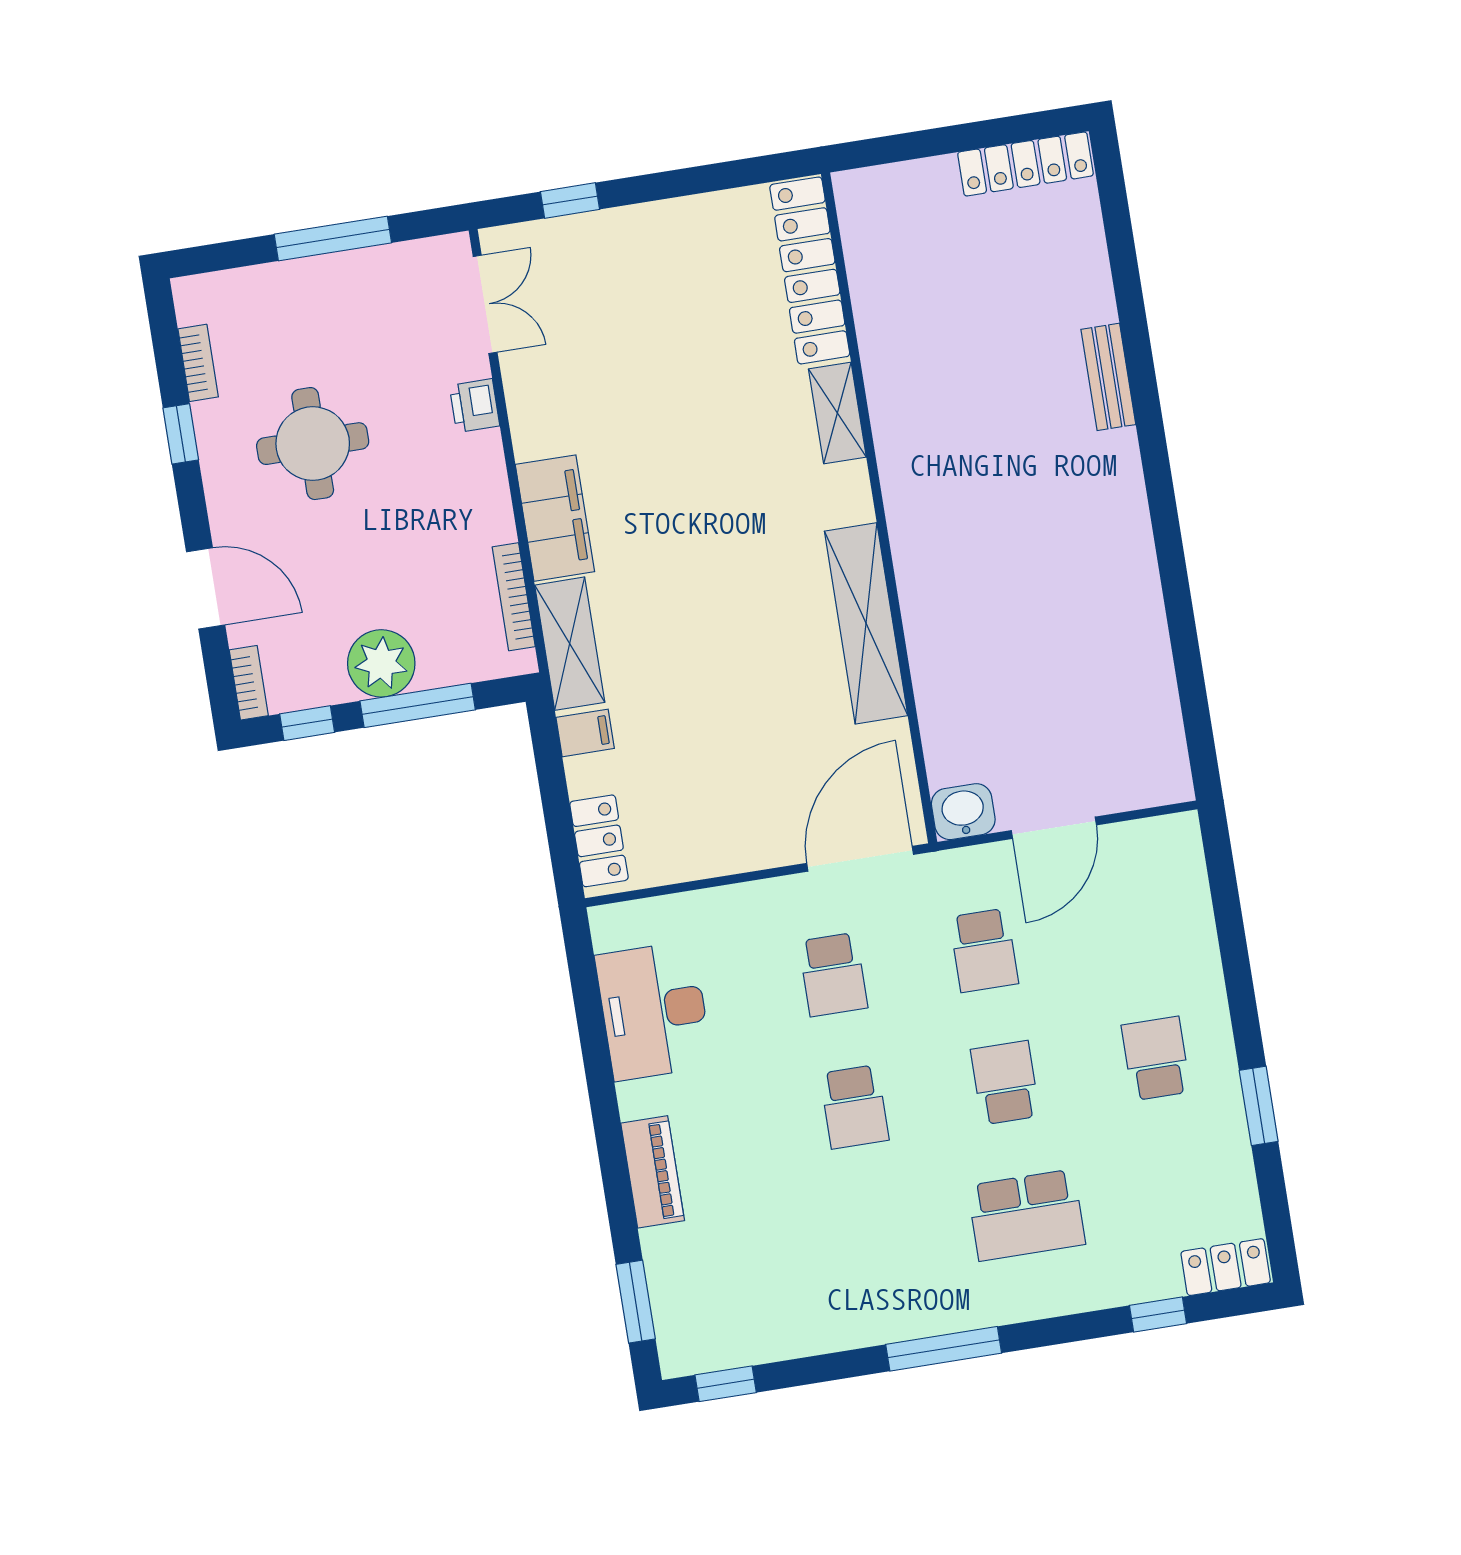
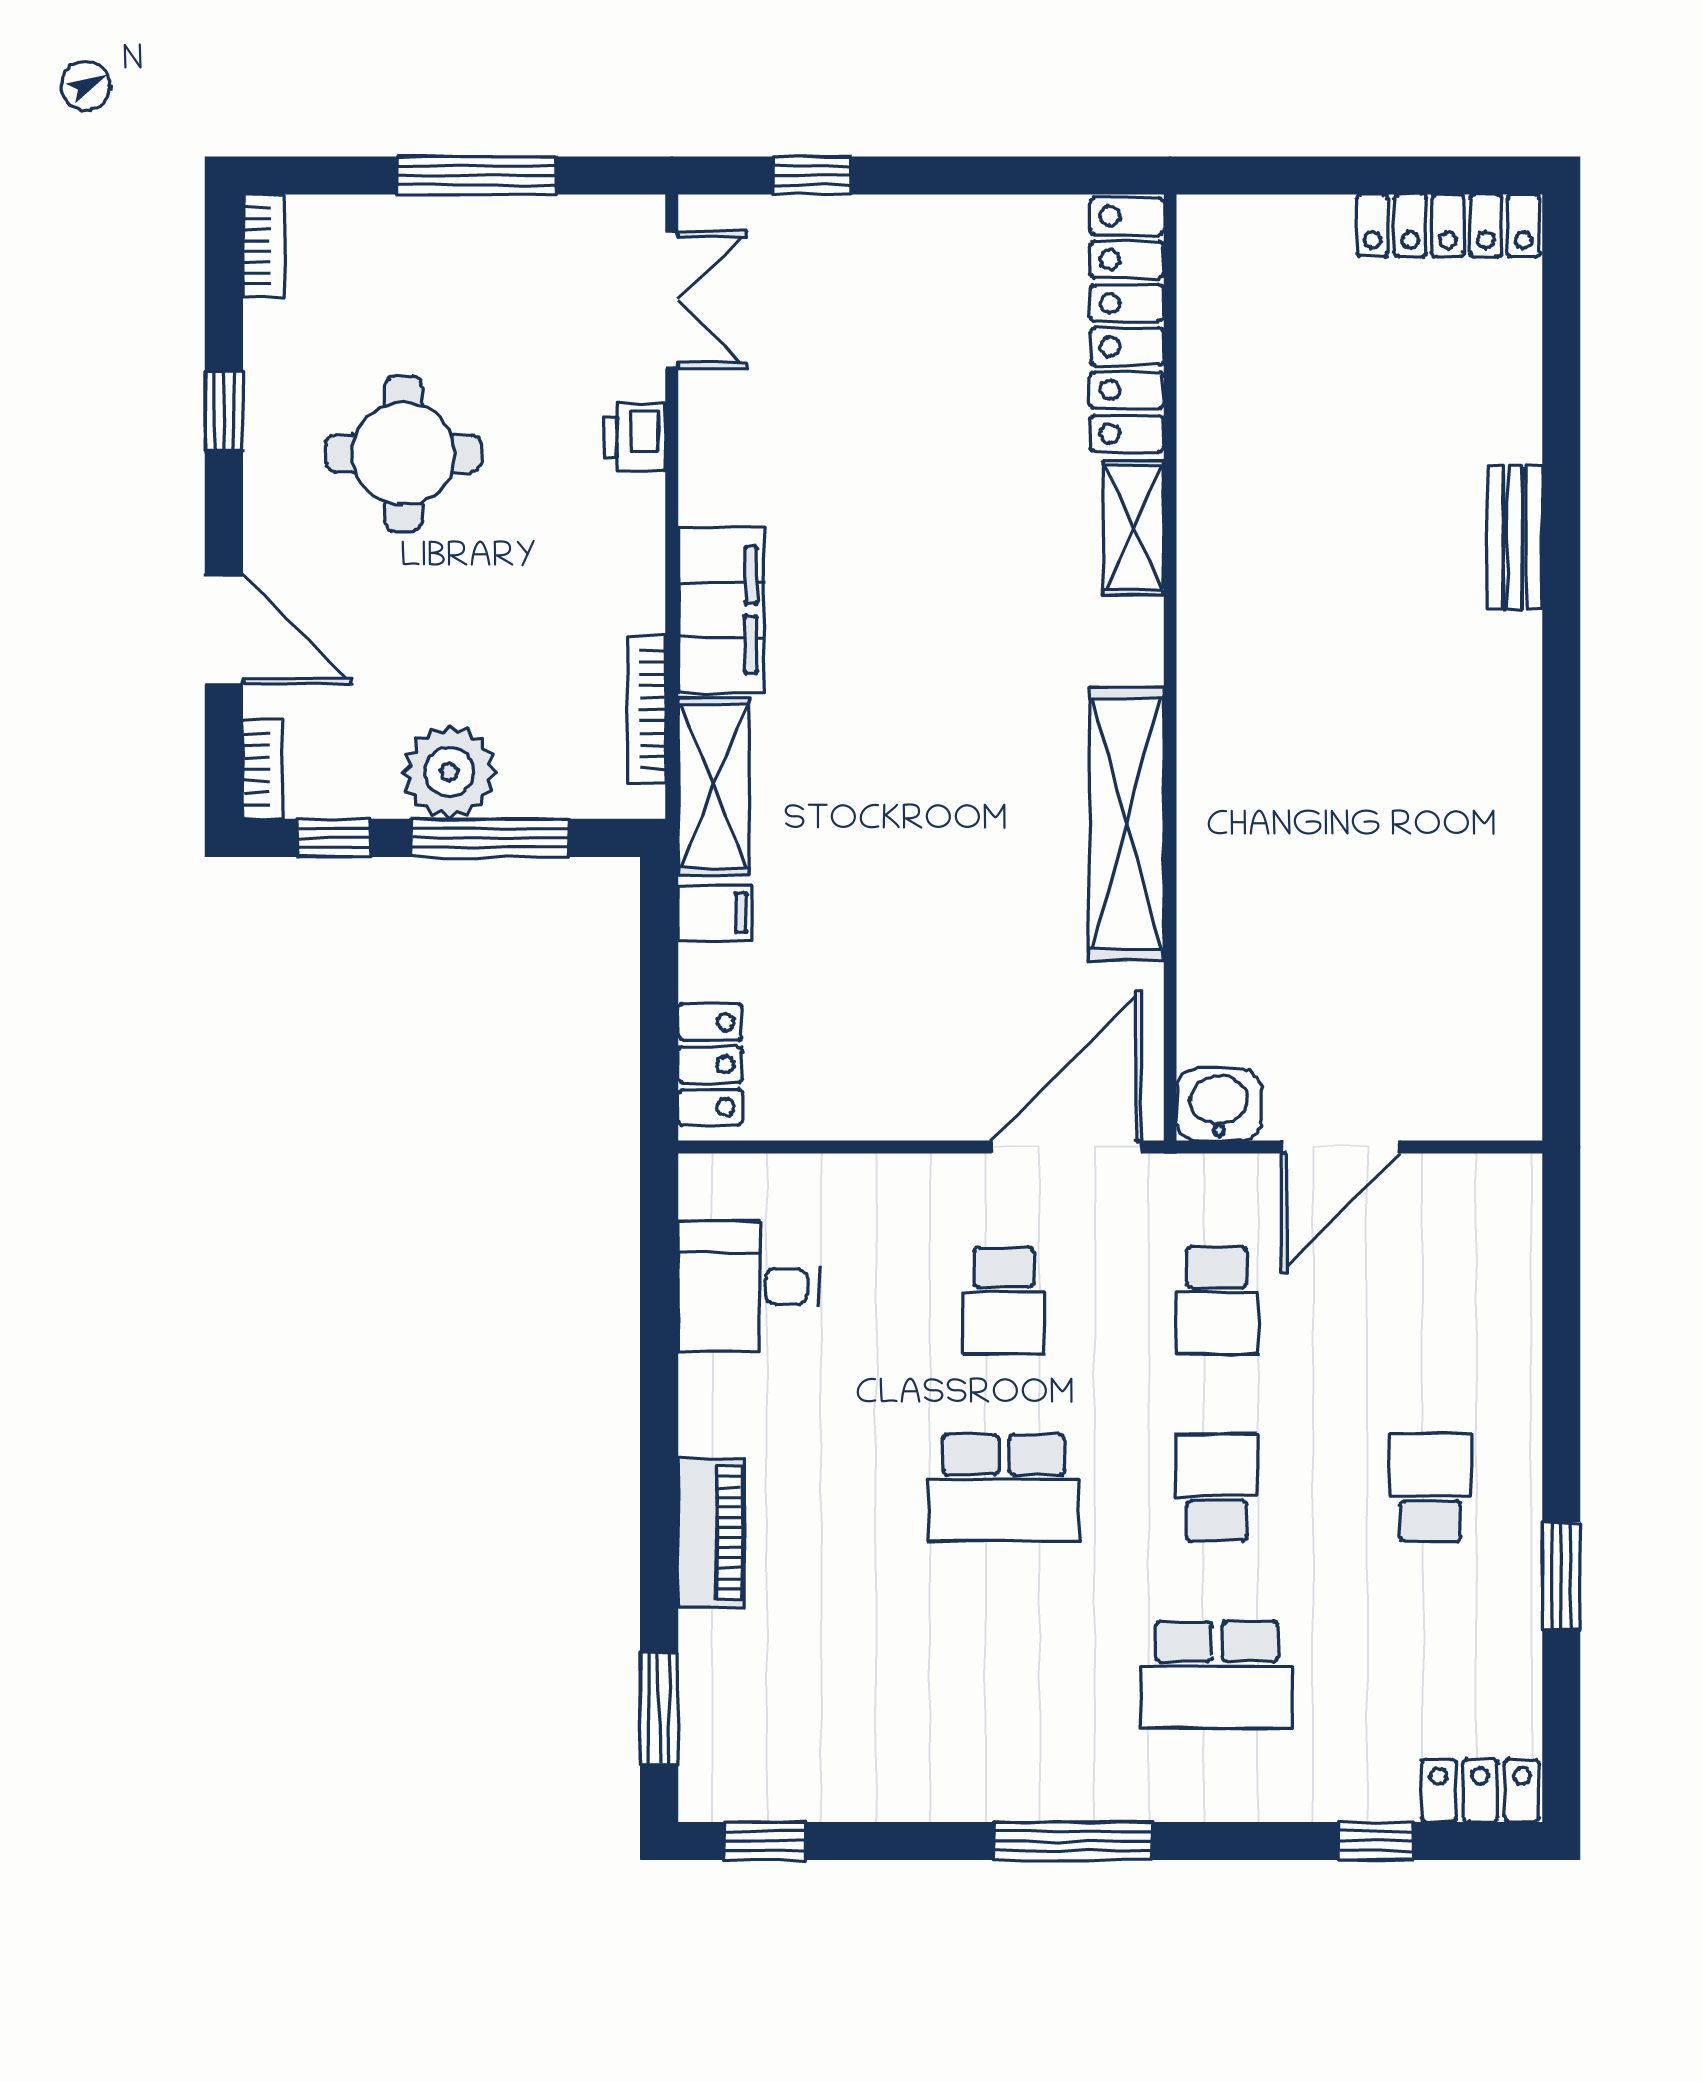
bookcase: (198, 363) -> (263, 246), moved
desk: (654, 1011) -> (748, 1287), width x0.73
school desk: (854, 1107) -> (1004, 1488), width x1.85

